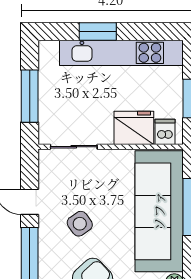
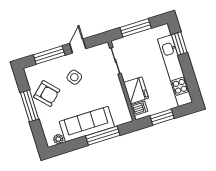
window: (98, 31) -> (179, 44), moved
sofa: (159, 211) -> (87, 124), width x0.74, depth x0.79

